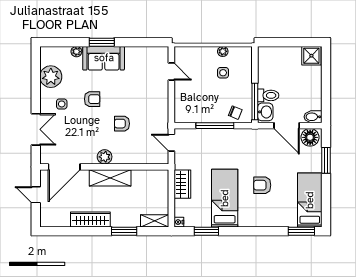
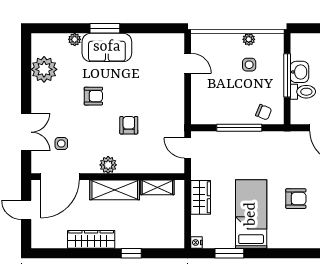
window: (255, 101) -> (287, 75), moved
side table: (62, 104) -> (61, 144), moved
washbasin: (265, 112) -> (299, 72), moved
armchair: (122, 124) -> (129, 125), turned 90
armchair: (262, 185) -> (296, 199), turned 180
shelving: (155, 221) -> (157, 187), moved
window: (124, 231) -> (131, 253), width x0.67

